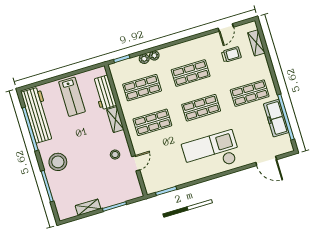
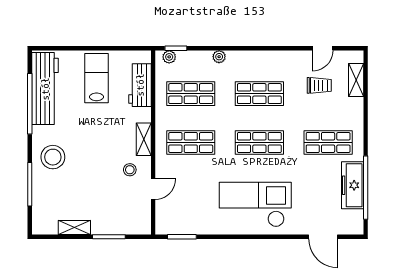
plant: (144, 59) -> (169, 57), moved
lab bench: (72, 97) -> (96, 78), turned 180
shelving: (115, 120) -> (144, 139), moved

